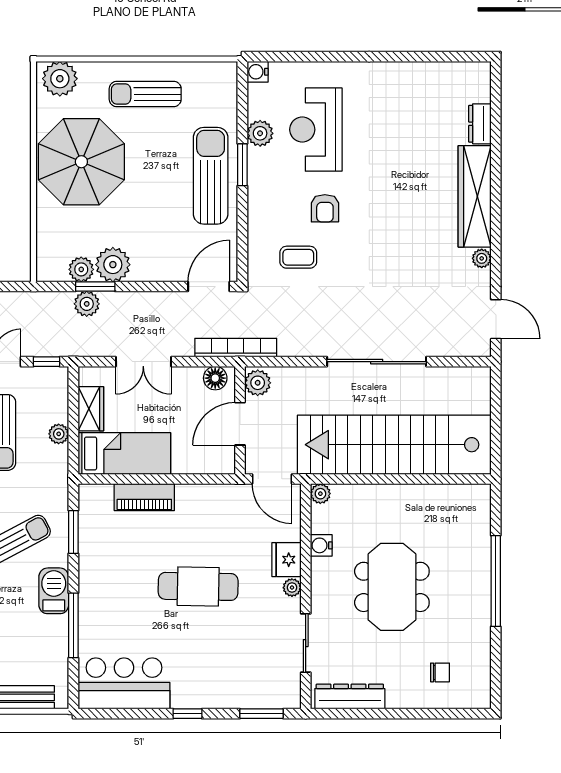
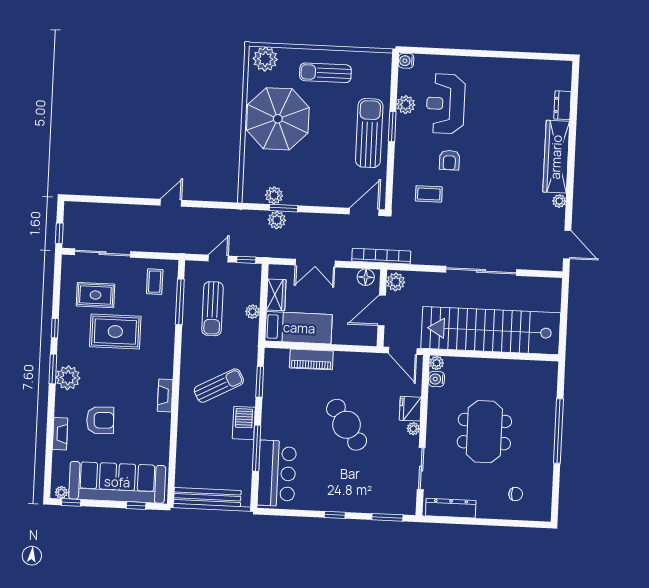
plant: (113, 265) -> (297, 193), removed
water cooler: (321, 545) -> (436, 379), moved
cafe table: (198, 586) -> (347, 425), turned 54
bar counter: (124, 683) -> (277, 473), moved, turned 90

